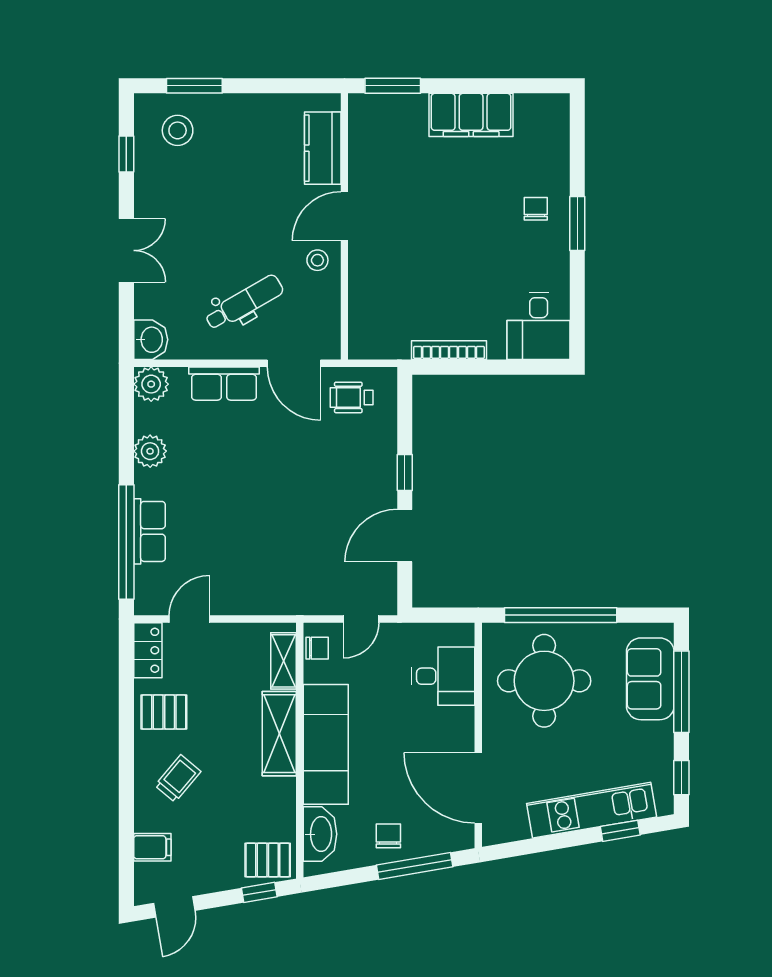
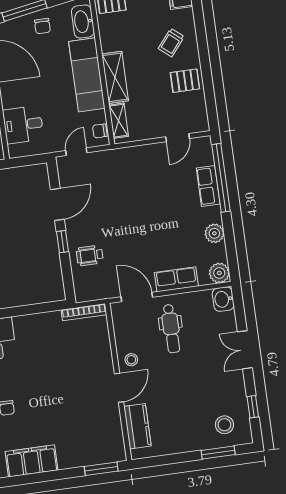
filing cabinet: (471, 115) -> (32, 461), moved
dental chair: (244, 303) -> (171, 329), turned -60
bookcase: (449, 350) -> (84, 312), moved
wheelchair: (352, 397) -> (90, 256), moved, turned 180
locker: (148, 650) -> (199, 116), removed

